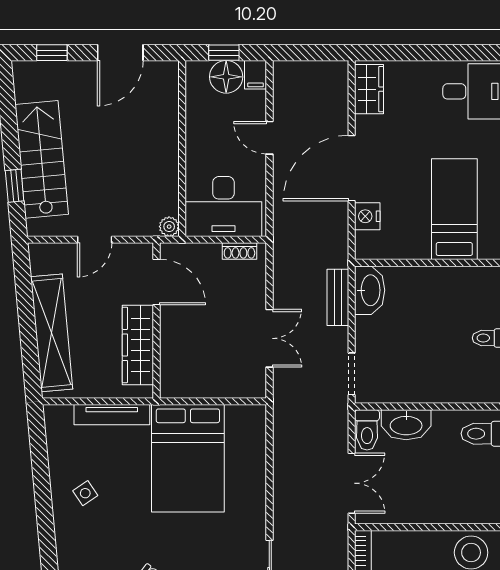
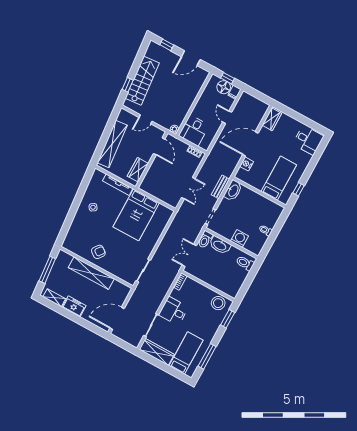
desk: (223, 206) -> (194, 131), width x0.73
wardrobe: (138, 345) -> (138, 170), width x0.67
washing machine: (441, 387) -> (239, 238), added
double door: (352, 483) -> (189, 255), swing flipped

